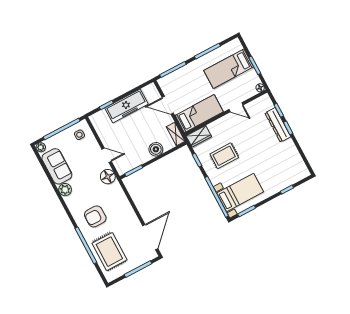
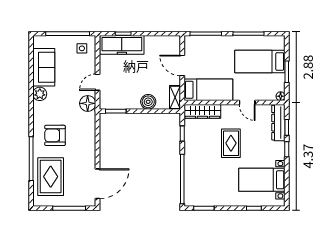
freezer: (127, 106) -> (122, 45), moved
dresser: (278, 125) -> (278, 123), moved
wardrobe: (199, 136) -> (202, 111), width x1.50
plant: (41, 147) -> (38, 41), removed
door: (107, 155) -> (97, 82), swing flipped
rug: (224, 156) -> (231, 143), moved, turned 90
bed with nightstands: (240, 192) -> (262, 180), moved, turned 180

